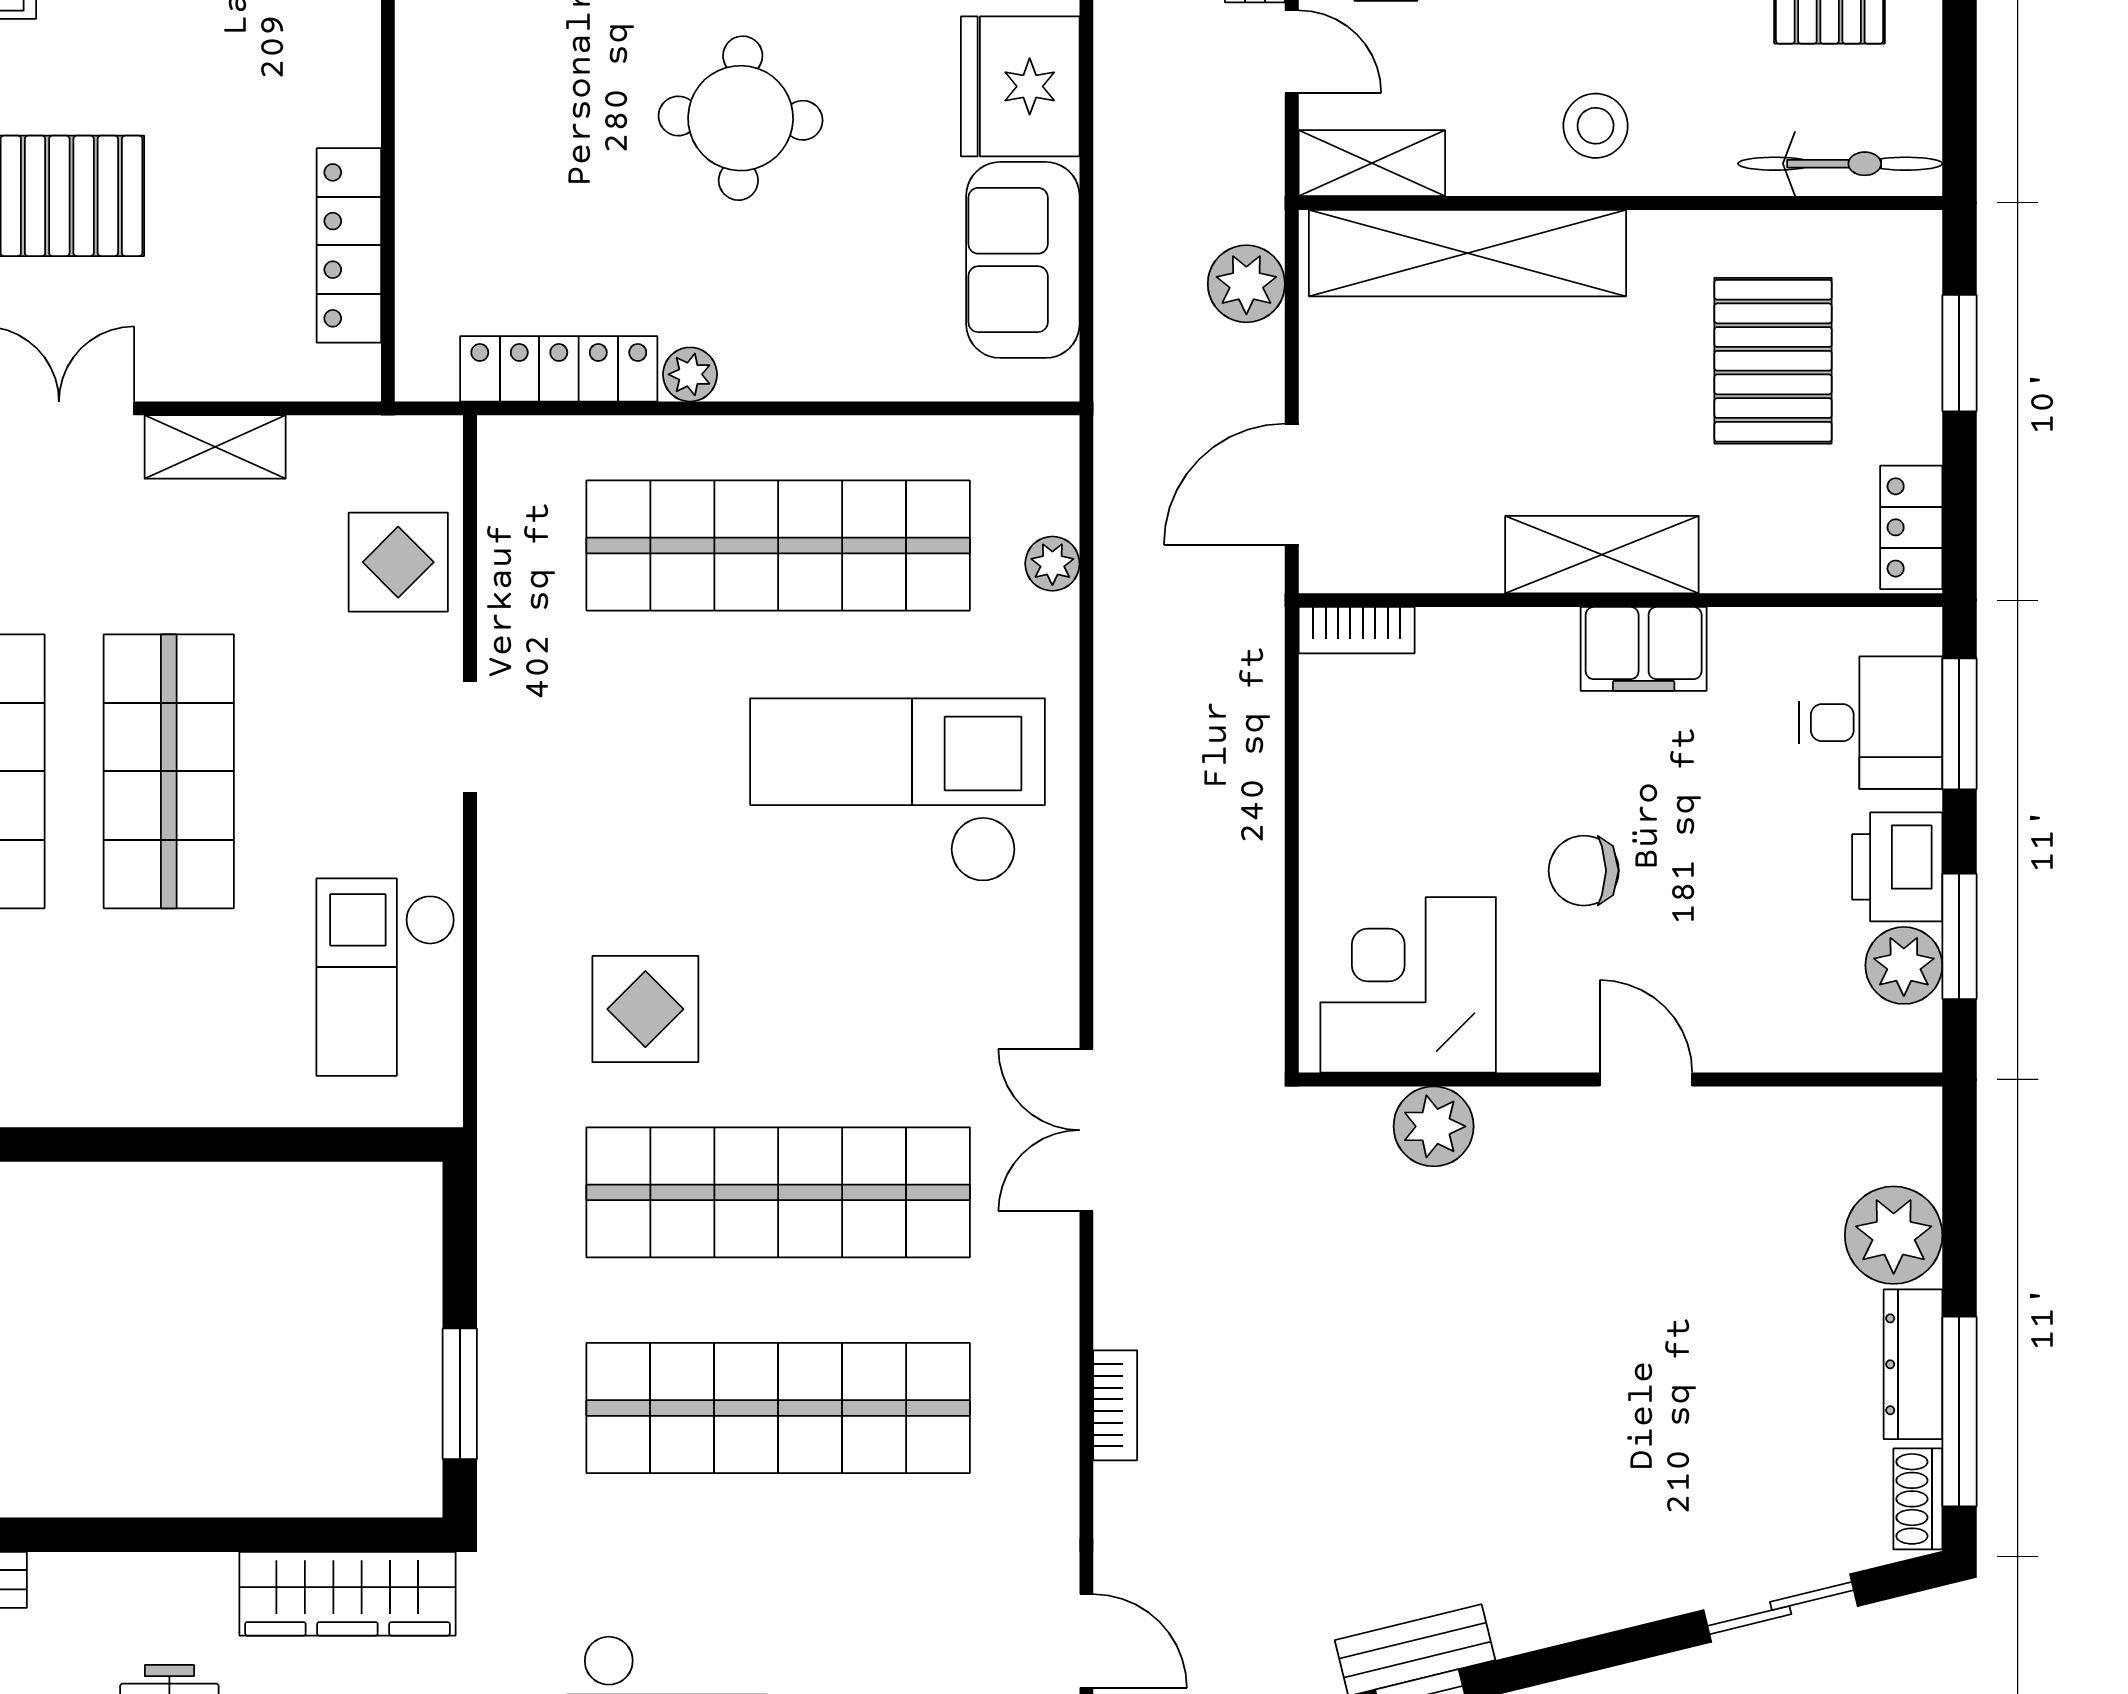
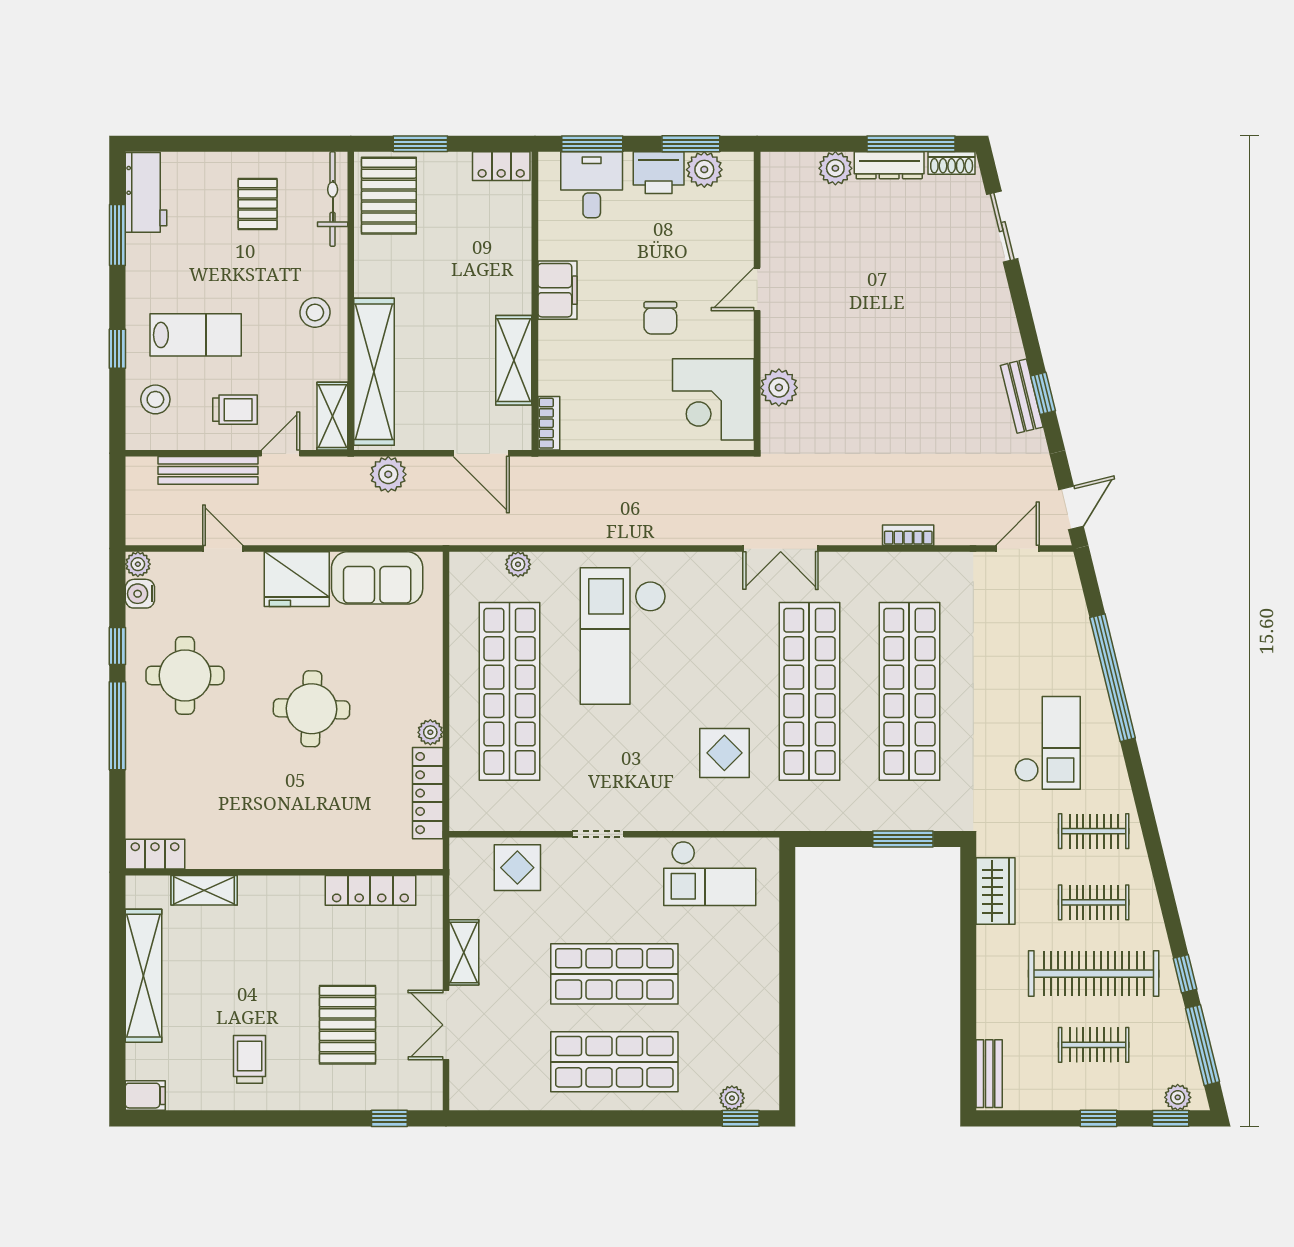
pallet: (1773, 361) -> (389, 196), moved, turned 90
shelving: (1602, 555) -> (514, 360), moved
plant: (1894, 1235) -> (835, 168), width x0.73, depth x0.73
wardrobe: (347, 1594) -> (996, 891), width x0.67

